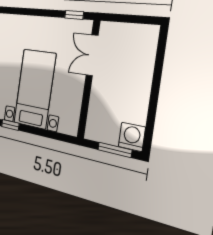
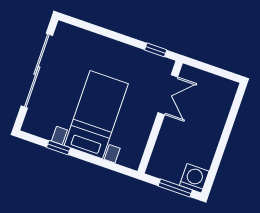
double door: (92, 55) -> (168, 95), swing flipped

